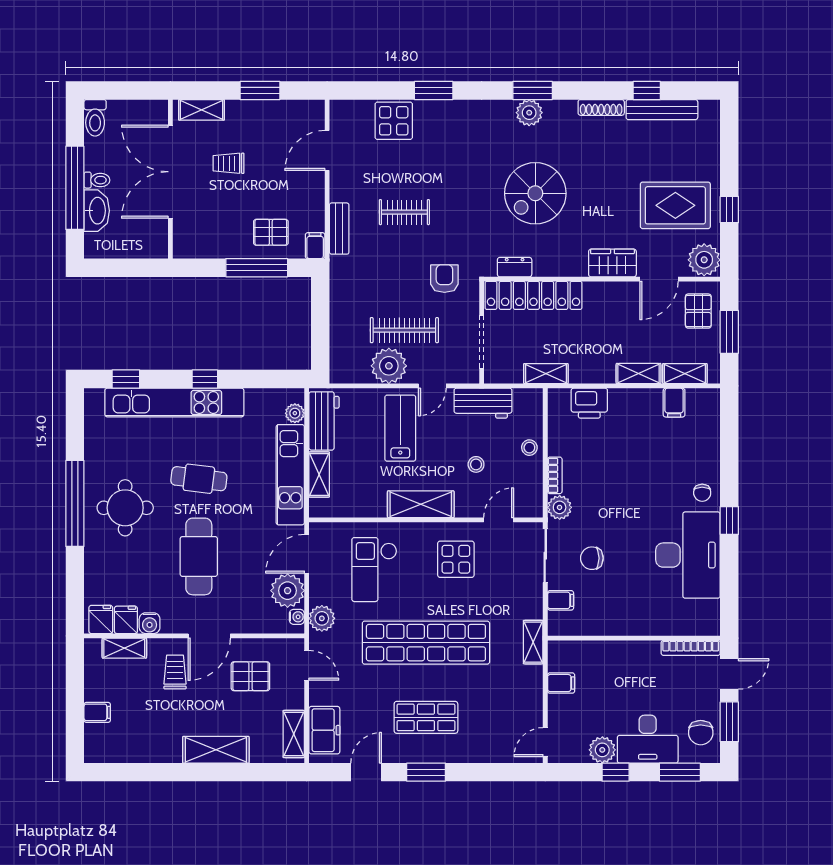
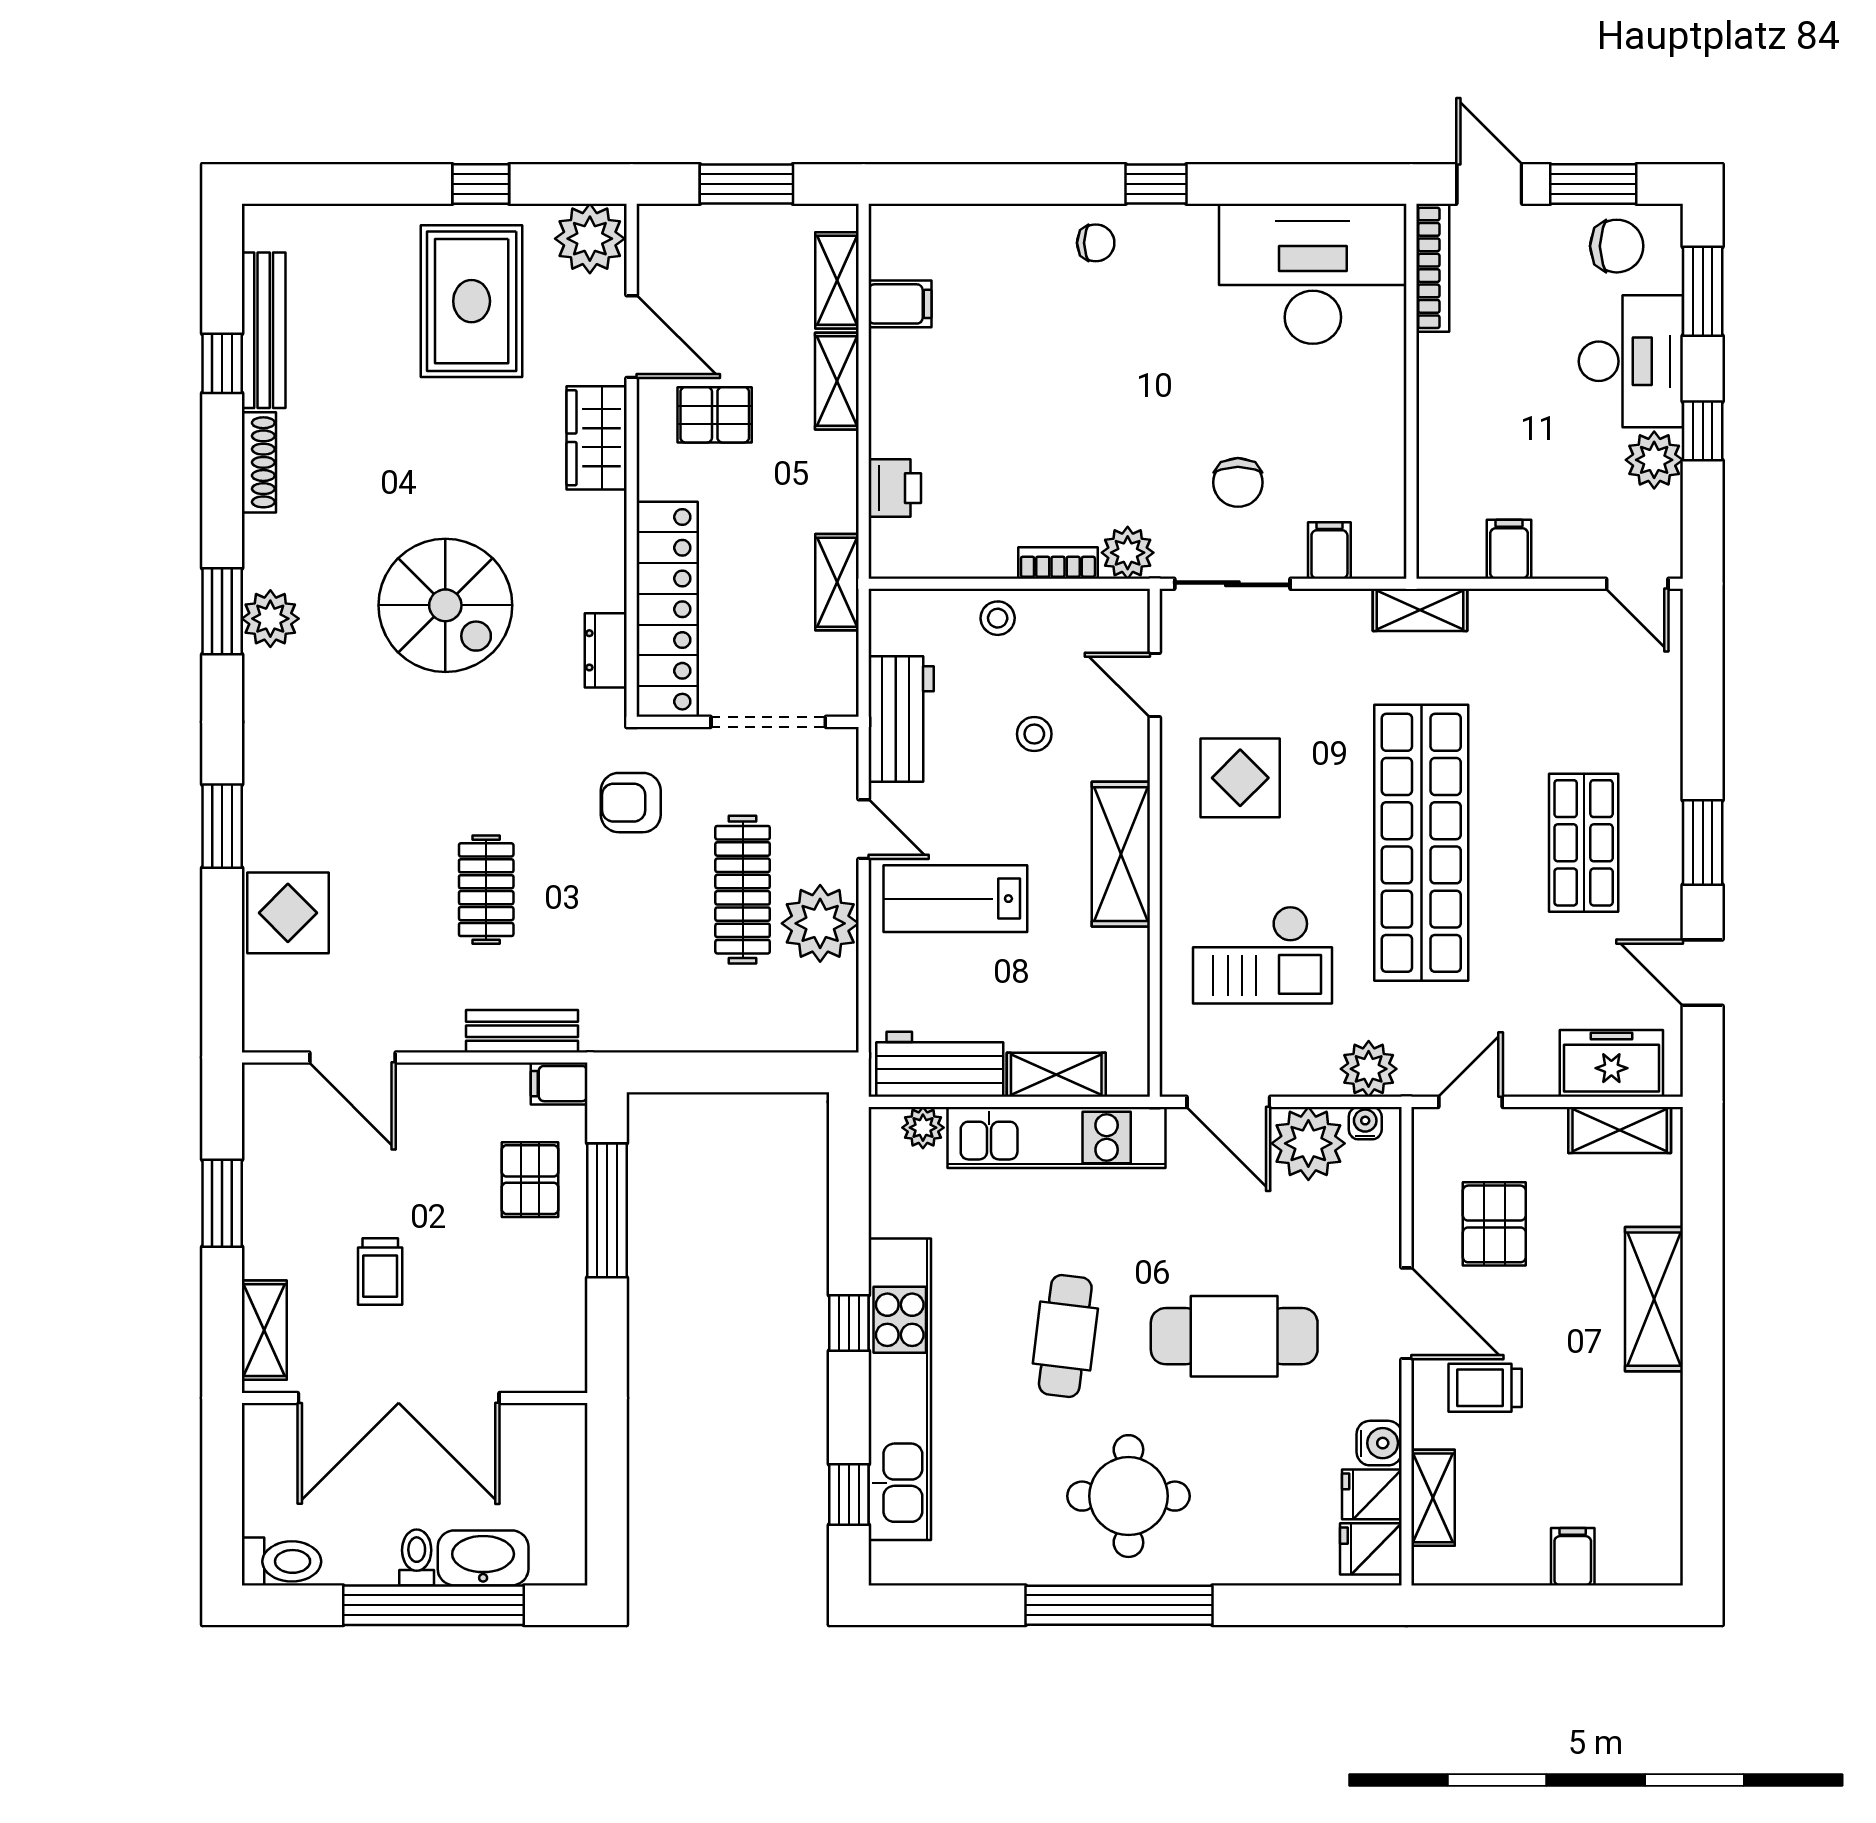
pallet: (698, 311) -> (715, 415), moved
printer: (589, 403) -> (895, 488), width x0.73, depth x0.81
desk: (688, 555) -> (1313, 274), moved

